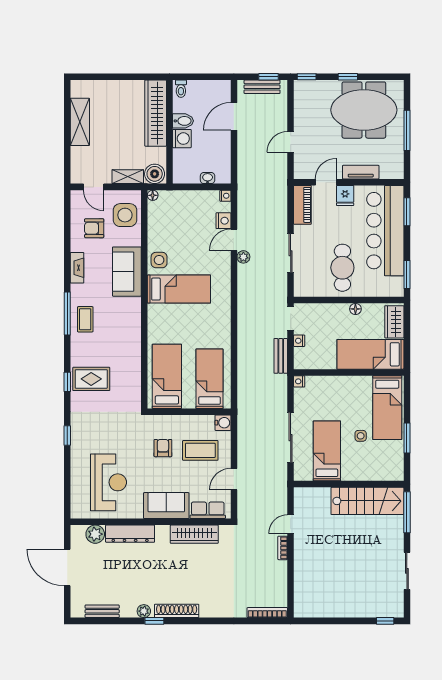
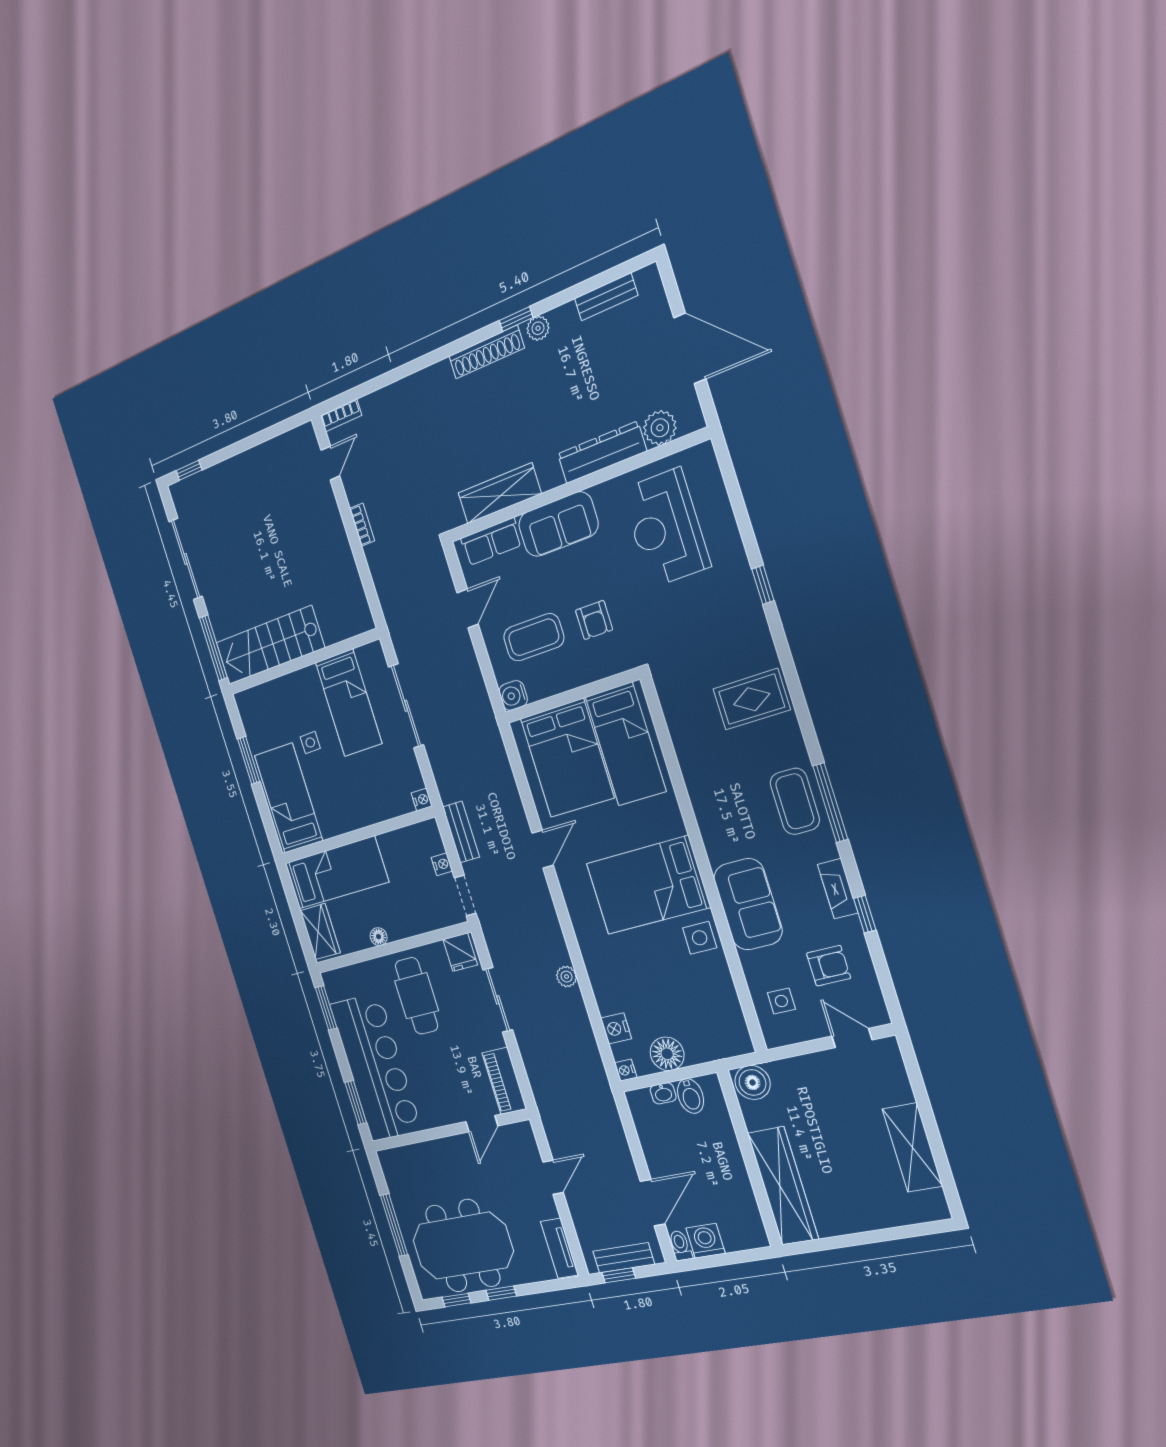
window: (307, 77) -> (456, 1300), moved
toilet: (181, 89) -> (680, 1246), moved
bidet: (183, 121) -> (691, 1096), moved, turned -90
washing machine: (182, 139) -> (706, 1241), moved, turned 90
tv unit: (361, 172) -> (559, 1248), moved, turned 90
shelving: (128, 177) -> (797, 1068), removed
floor lamp: (153, 195) -> (667, 1054), moved, width x1.89, depth x1.89
fridge: (345, 195) -> (460, 952), moved, turned 180
side table: (125, 215) -> (781, 1001), width x0.54, depth x0.54
door: (234, 240) -> (543, 849), moved
bed: (179, 289) -> (648, 885), width x1.50
coffee table: (85, 319) -> (795, 801), width x1.36, depth x1.30
bed: (209, 379) -> (567, 758), width x1.50
window: (67, 382) -> (865, 914), moved
door: (291, 524) -> (330, 463), moved
sliding door: (407, 571) -> (186, 559), width x1.37
bookcase: (267, 613) -> (341, 415), width x0.64

